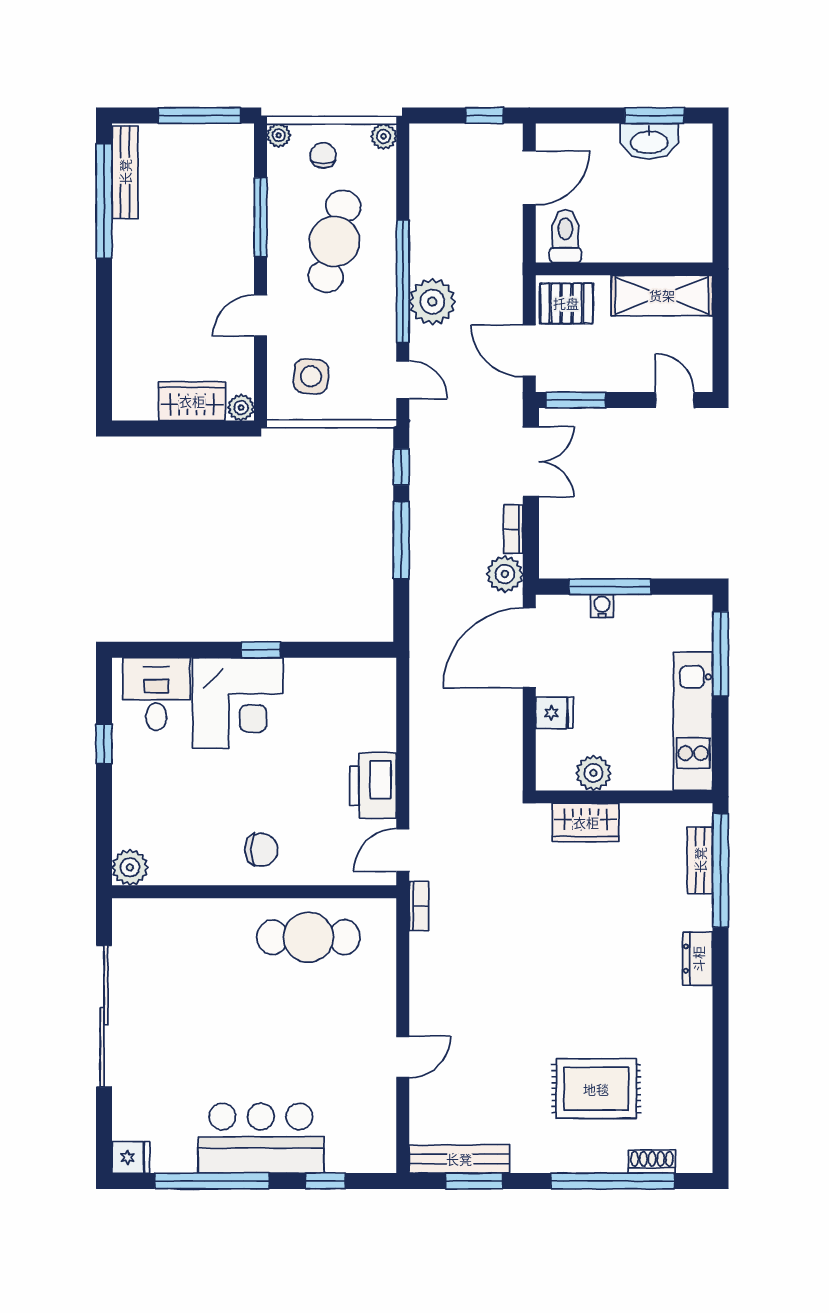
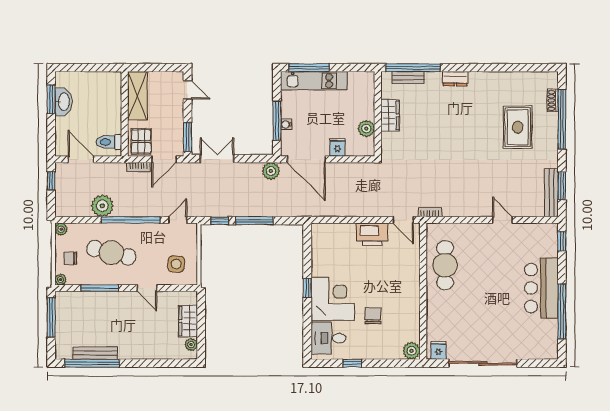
bench: (125, 172) -> (95, 353), moved
plant: (432, 302) -> (102, 206), moved
door: (674, 400) -> (188, 90), swing flipped
plant: (241, 407) -> (191, 344), moved
bookcase: (513, 529) -> (138, 167), moved
kitchen unit: (693, 721) -> (314, 81), moved
wardrobe: (586, 822) -> (390, 115), moved
chair: (261, 850) -> (373, 316), moved
fridge: (131, 1157) -> (438, 350), moved
window: (325, 1181) -> (562, 241), moved

